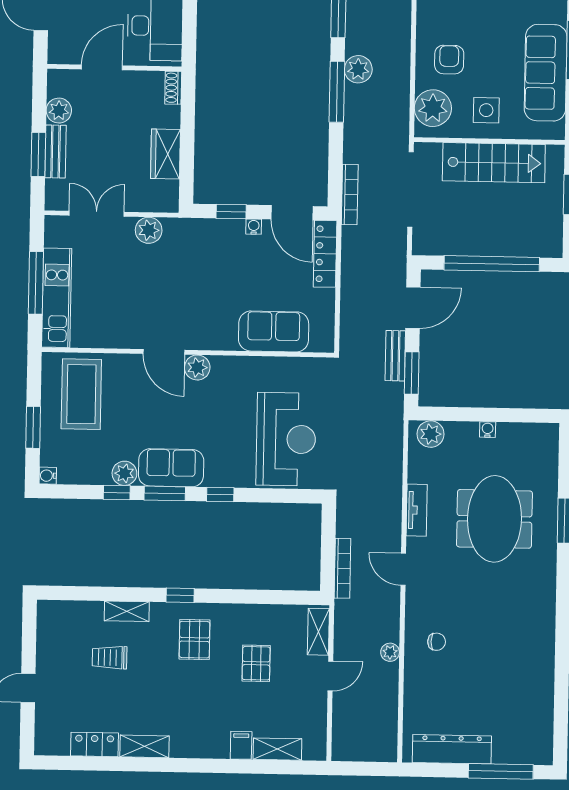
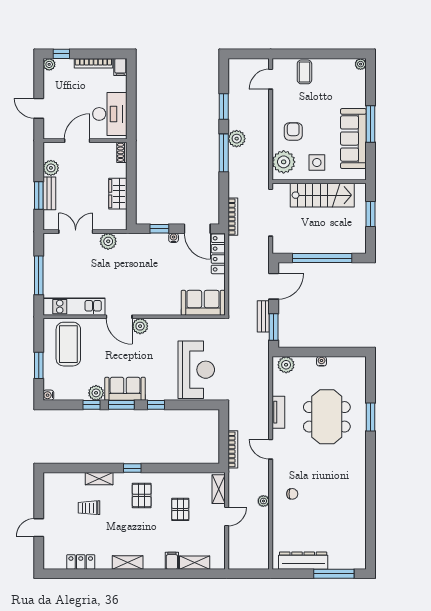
kitchen unit: (57, 298) -> (74, 307), moved, turned -90
sofa: (274, 331) -> (203, 303), moved
shelving: (144, 746) -> (128, 563), moved

